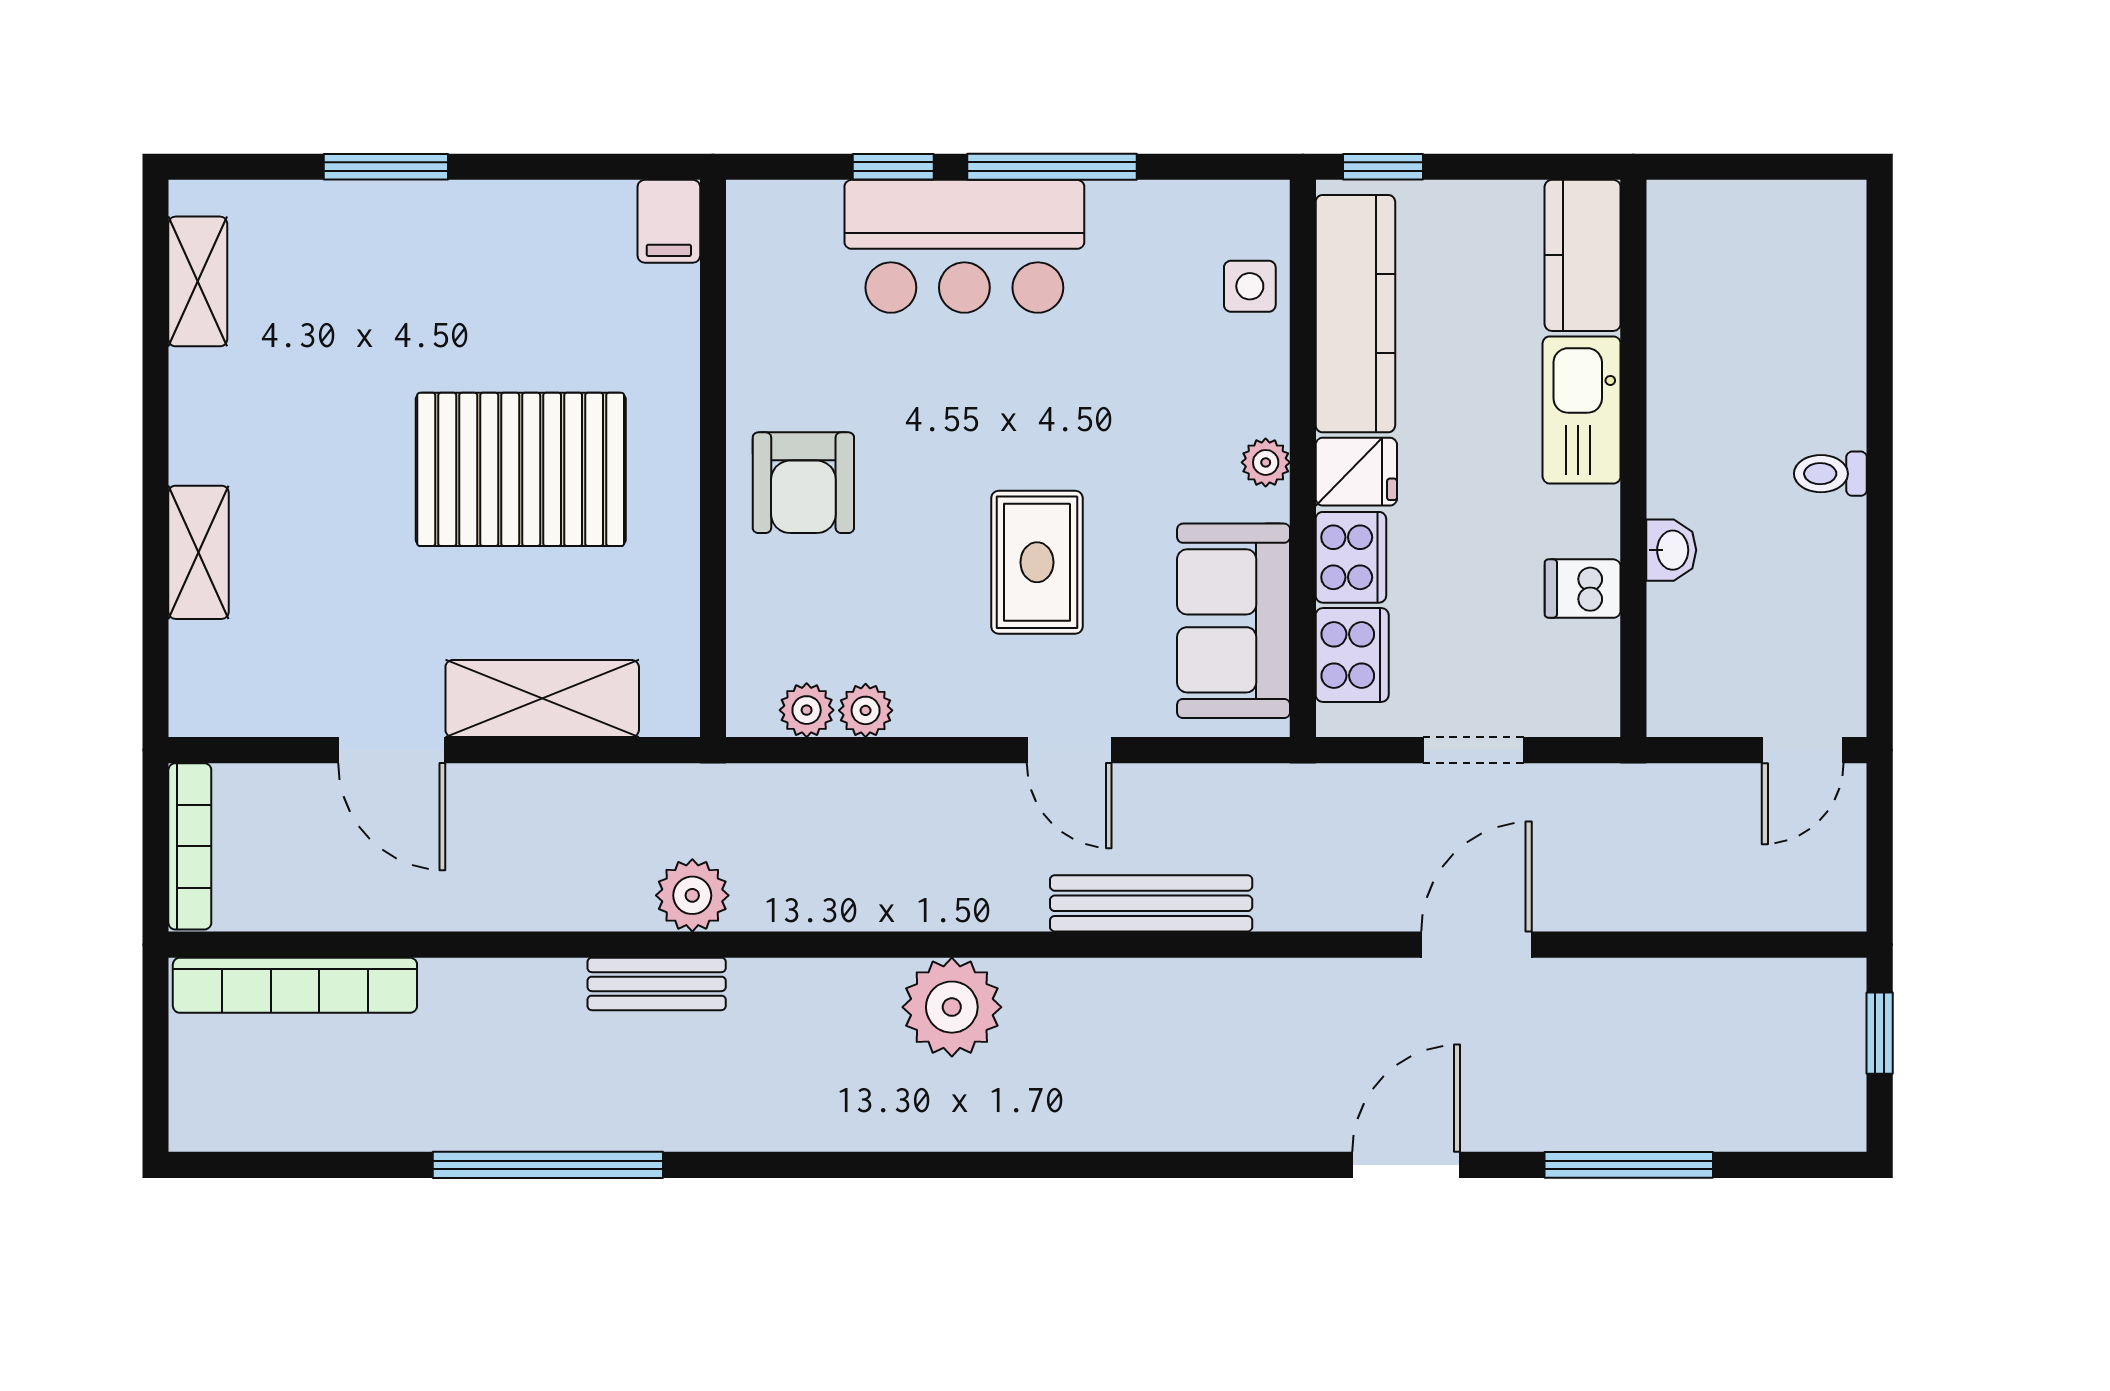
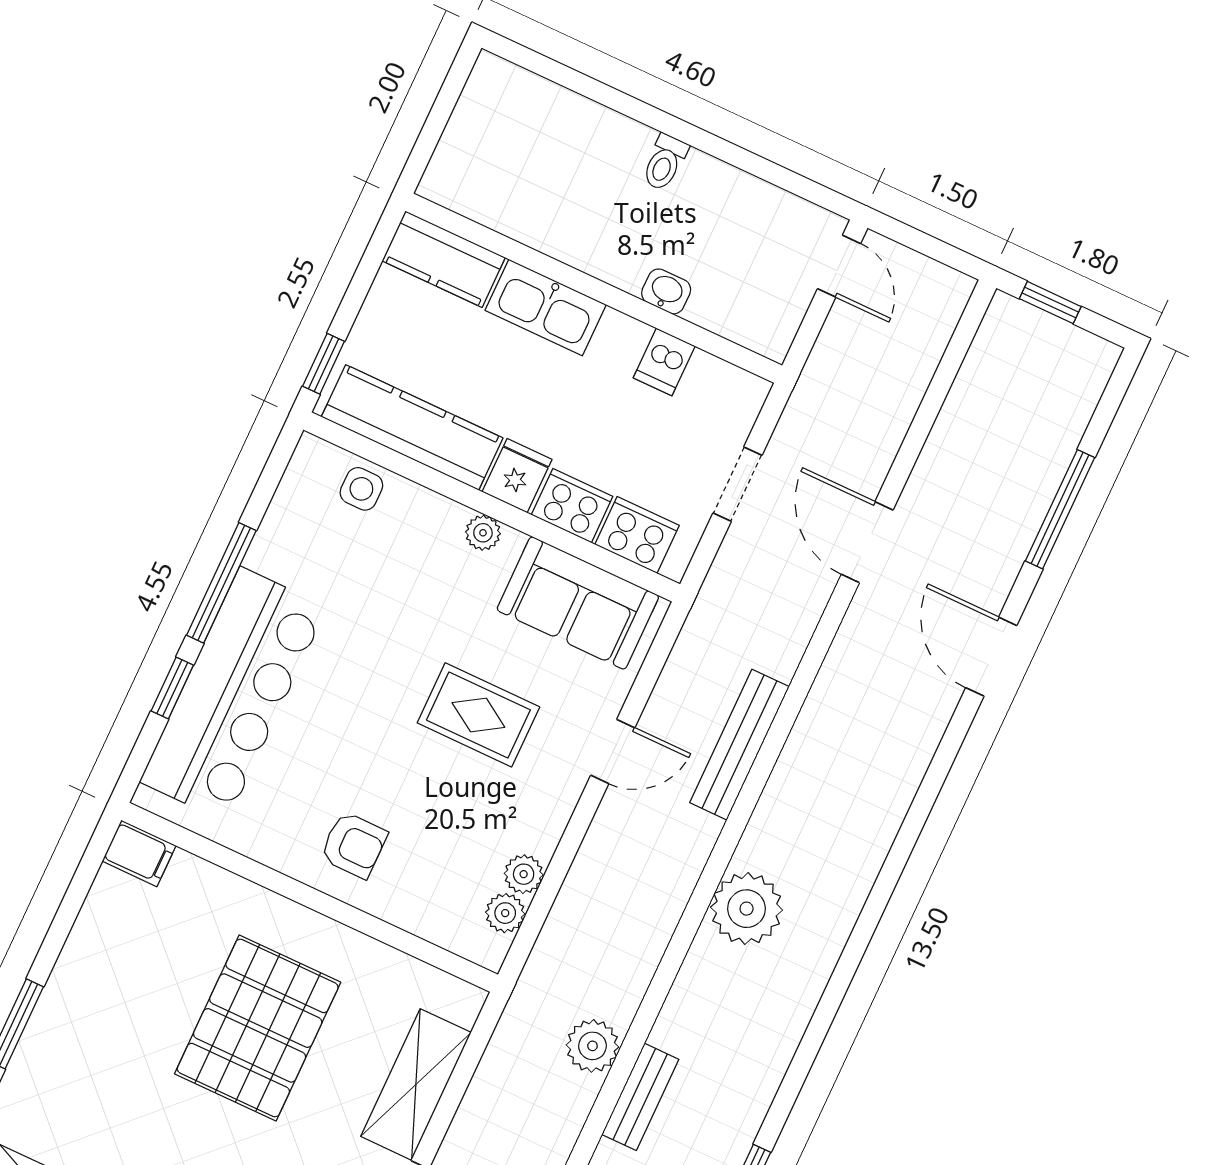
bar counter: (964, 246) -> (233, 694), width x1.36
armchair: (803, 483) -> (354, 845), width x0.72, depth x0.72

